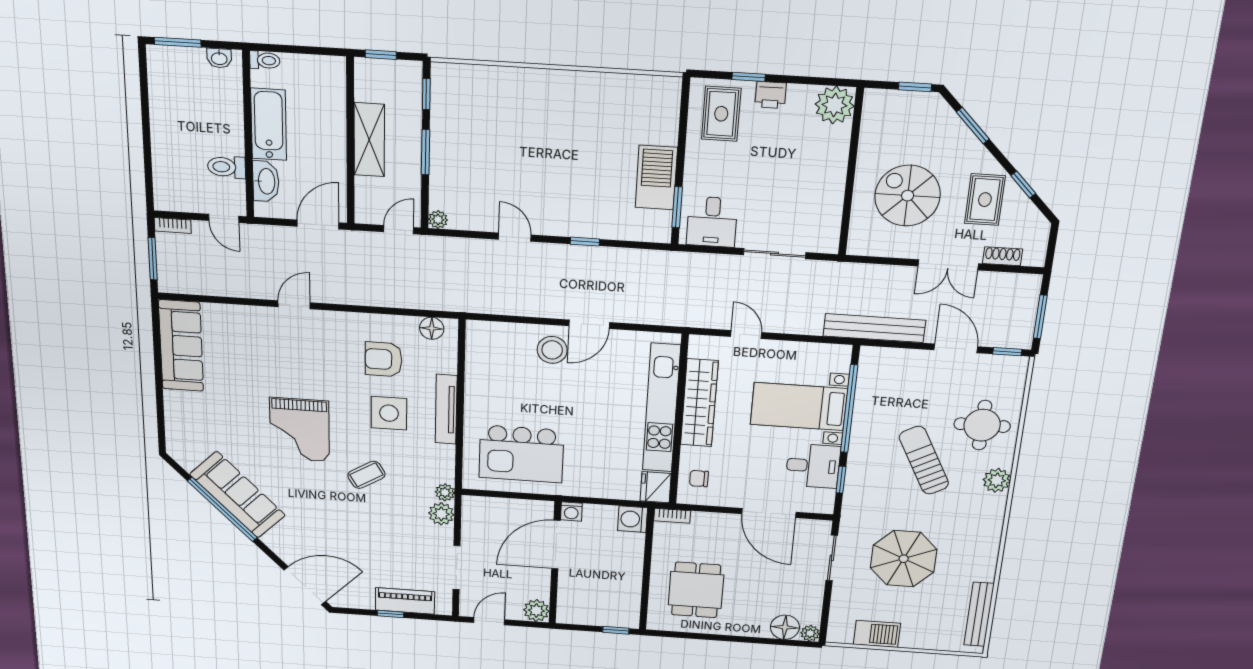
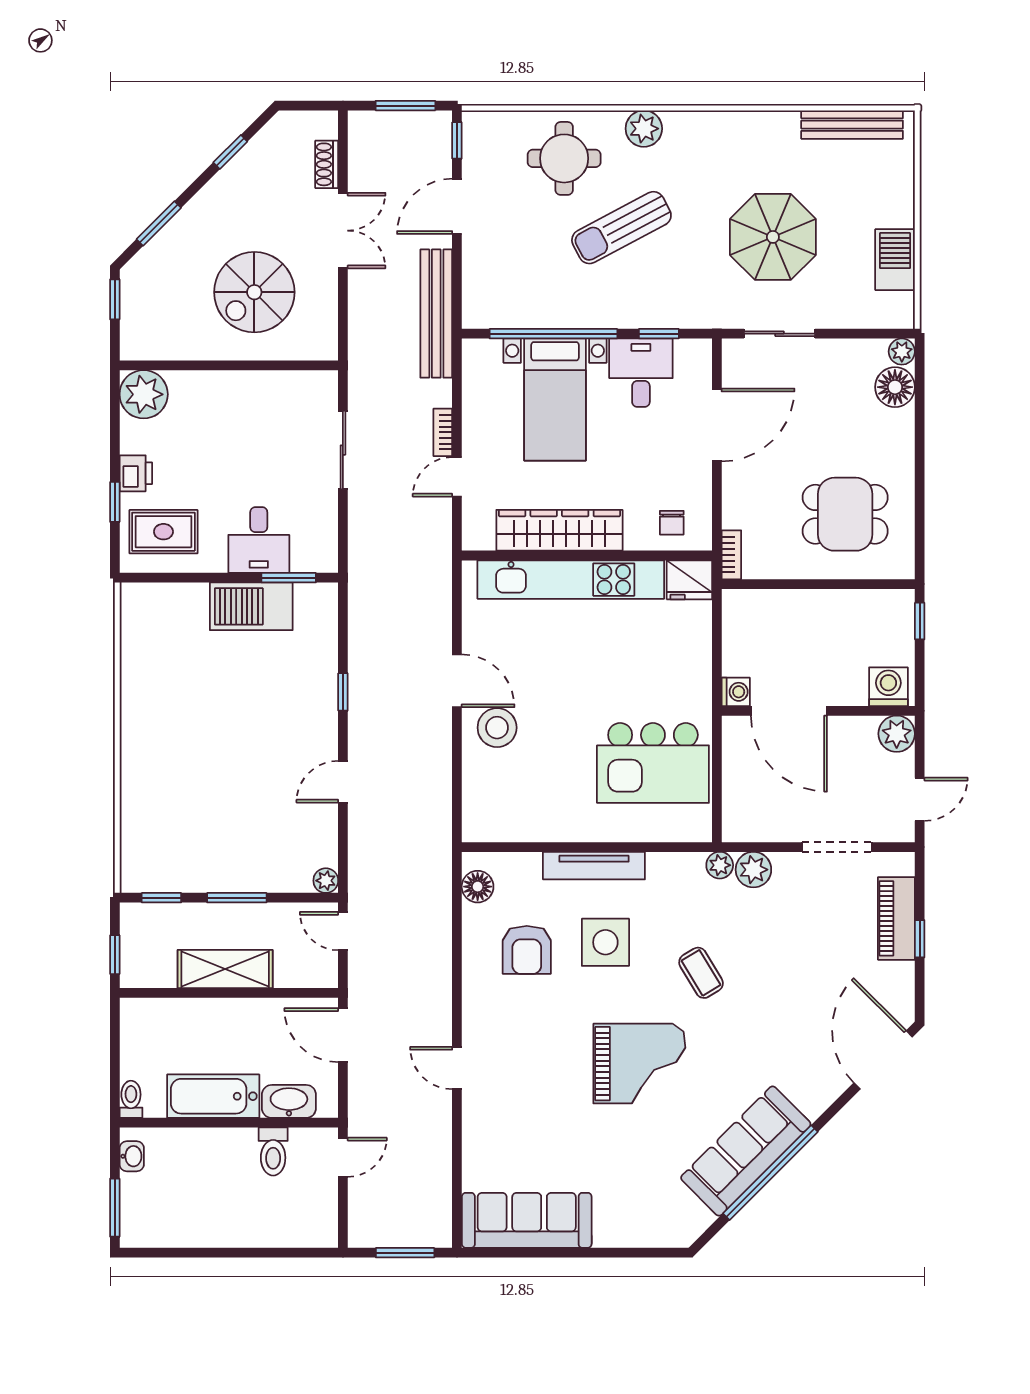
rug: (985, 200) -> (253, 196), removed
desk: (712, 222) -> (259, 540), moved, turned 90
bookcase: (173, 226) -> (443, 432), moved, turned 180
kitchen island: (521, 454) -> (653, 763), turned 90
washing machine: (632, 519) -> (888, 687), moved, turned 180
door: (489, 621) -> (920, 799), swing flipped

